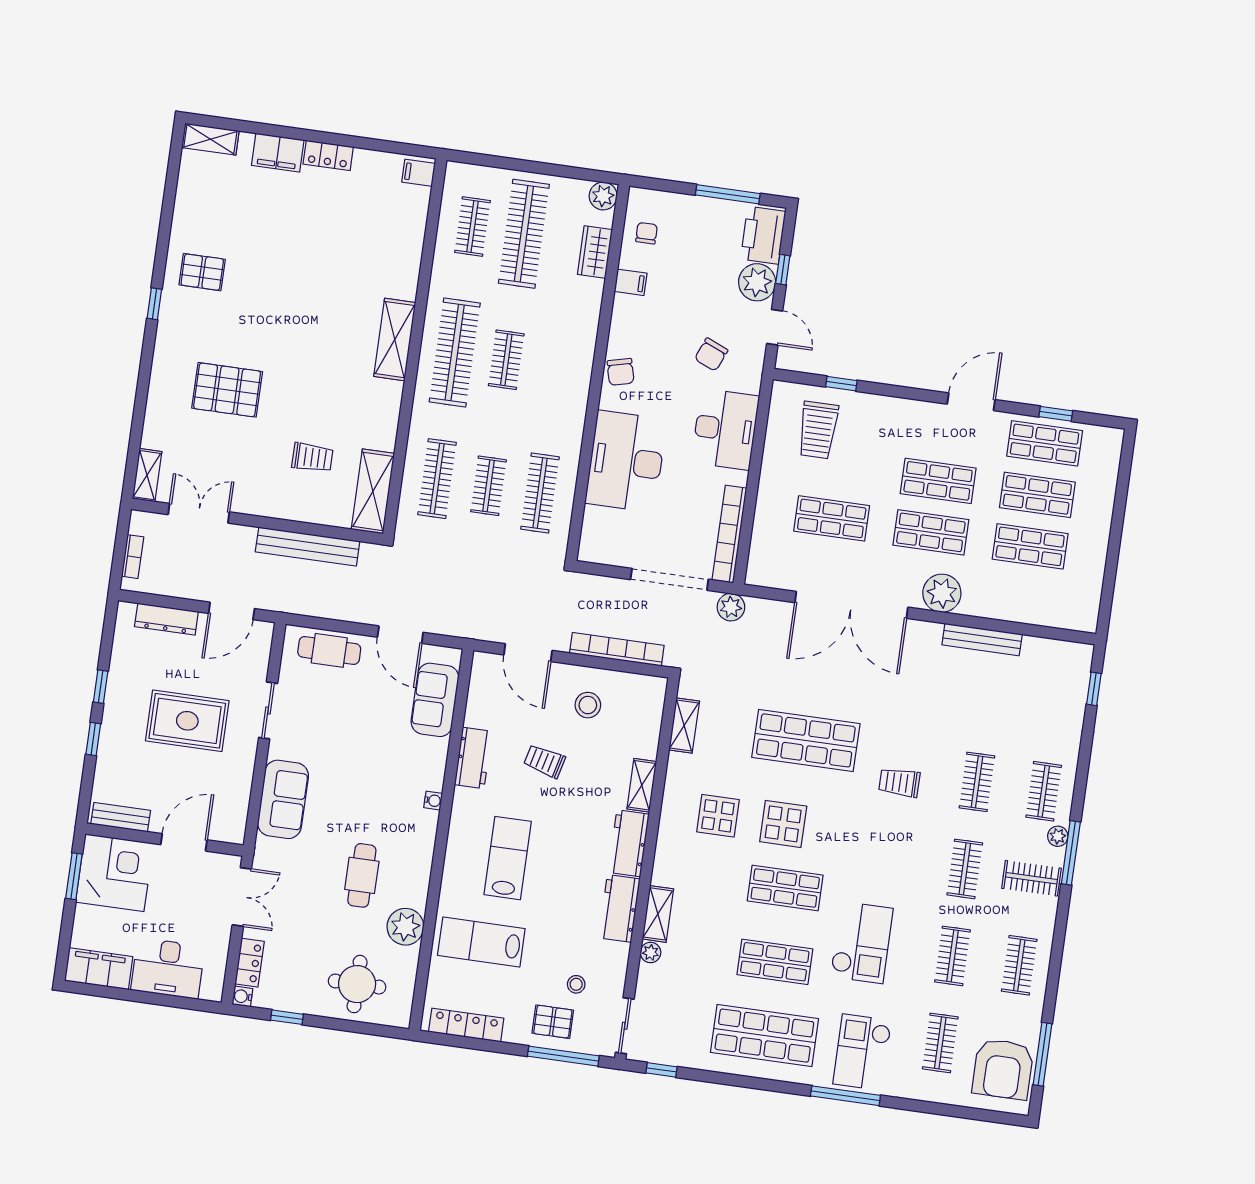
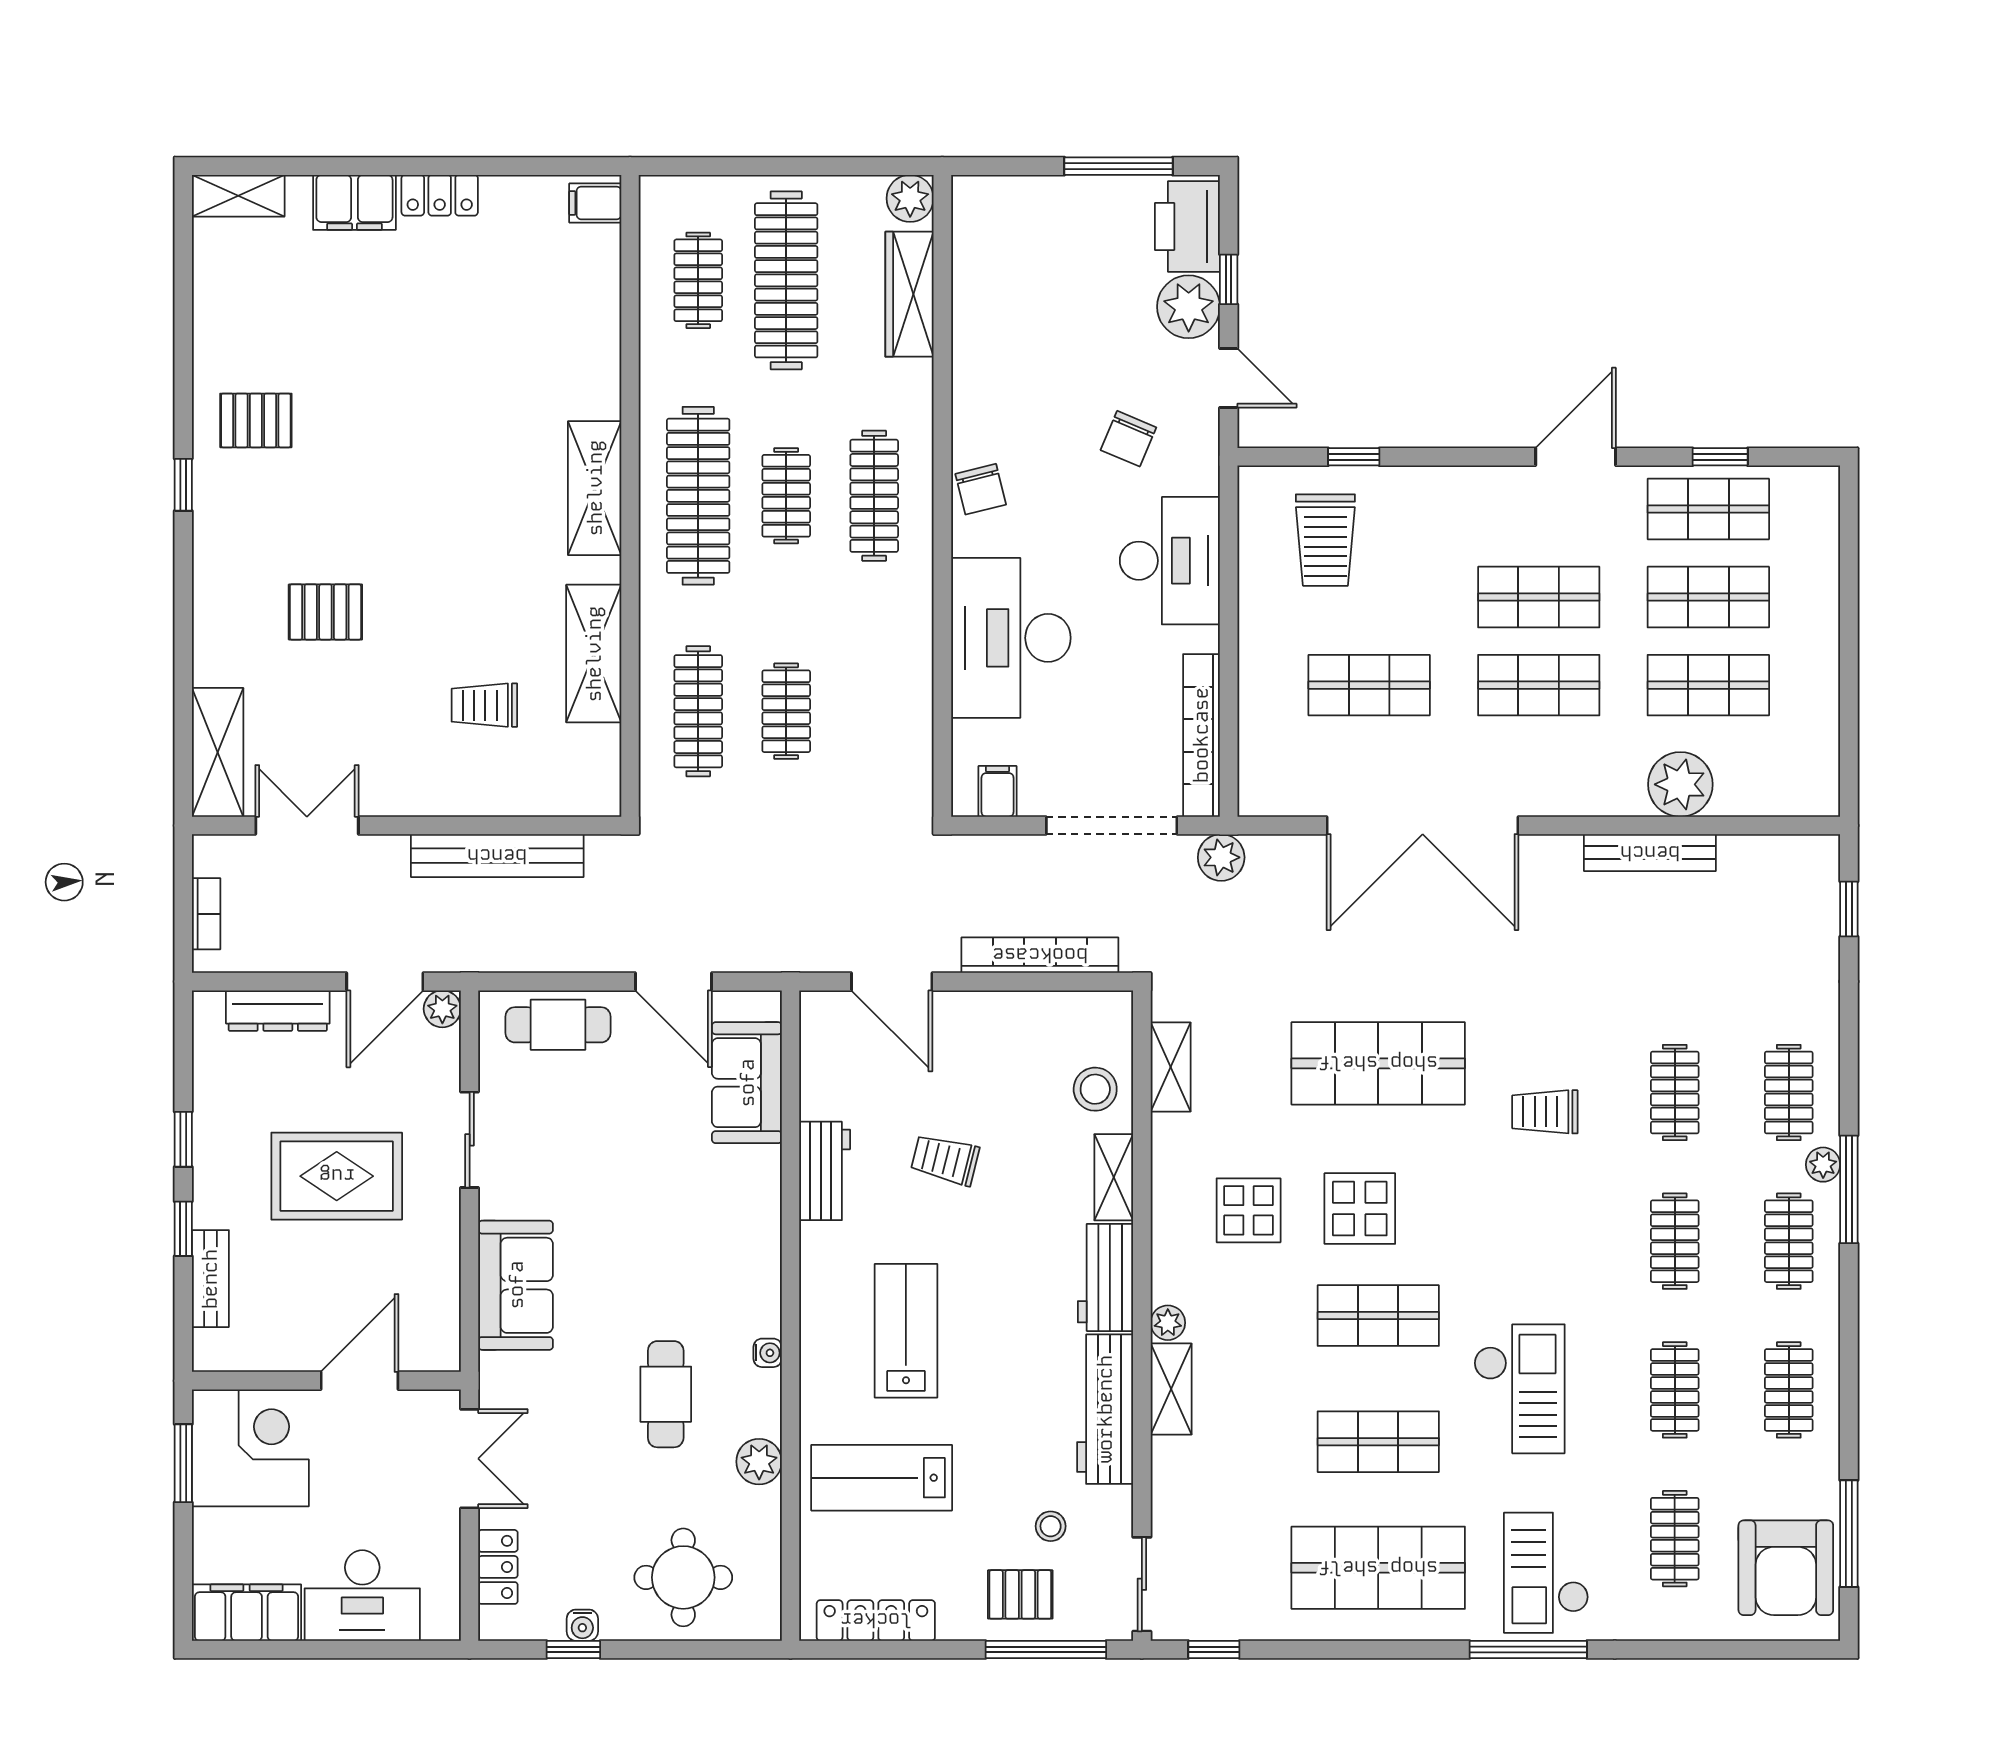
chair: (647, 233) -> (992, 251), removed
wardrobe: (595, 252) -> (909, 294), width x1.50
filing cabinet: (631, 282) -> (998, 791), moved, turned -90
pallet: (227, 390) -> (325, 612), width x0.67, depth x0.71
trolley: (312, 457) -> (484, 705), turned 180
shelving: (147, 475) -> (218, 752), width x1.50, depth x1.33
shelving: (373, 491) -> (594, 654), moved
clothes rail: (540, 493) -> (874, 496), moved
plant: (942, 593) -> (1680, 784), moved
plant: (263, 632) -> (442, 1009), added
stool: (588, 705) -> (1095, 1089), moved
water cooler: (433, 801) -> (768, 1353), moved
bench: (121, 817) -> (210, 1279), moved, turned 90
clothes rail: (1031, 878) -> (1789, 1241), turned 90
workbench: (619, 908) -> (1105, 1409), width x1.38
plant: (405, 927) -> (759, 1462), width x0.73, depth x0.73
plant: (651, 953) -> (1168, 1323), moved
water cooler: (242, 996) -> (582, 1625), moved, turned -90

